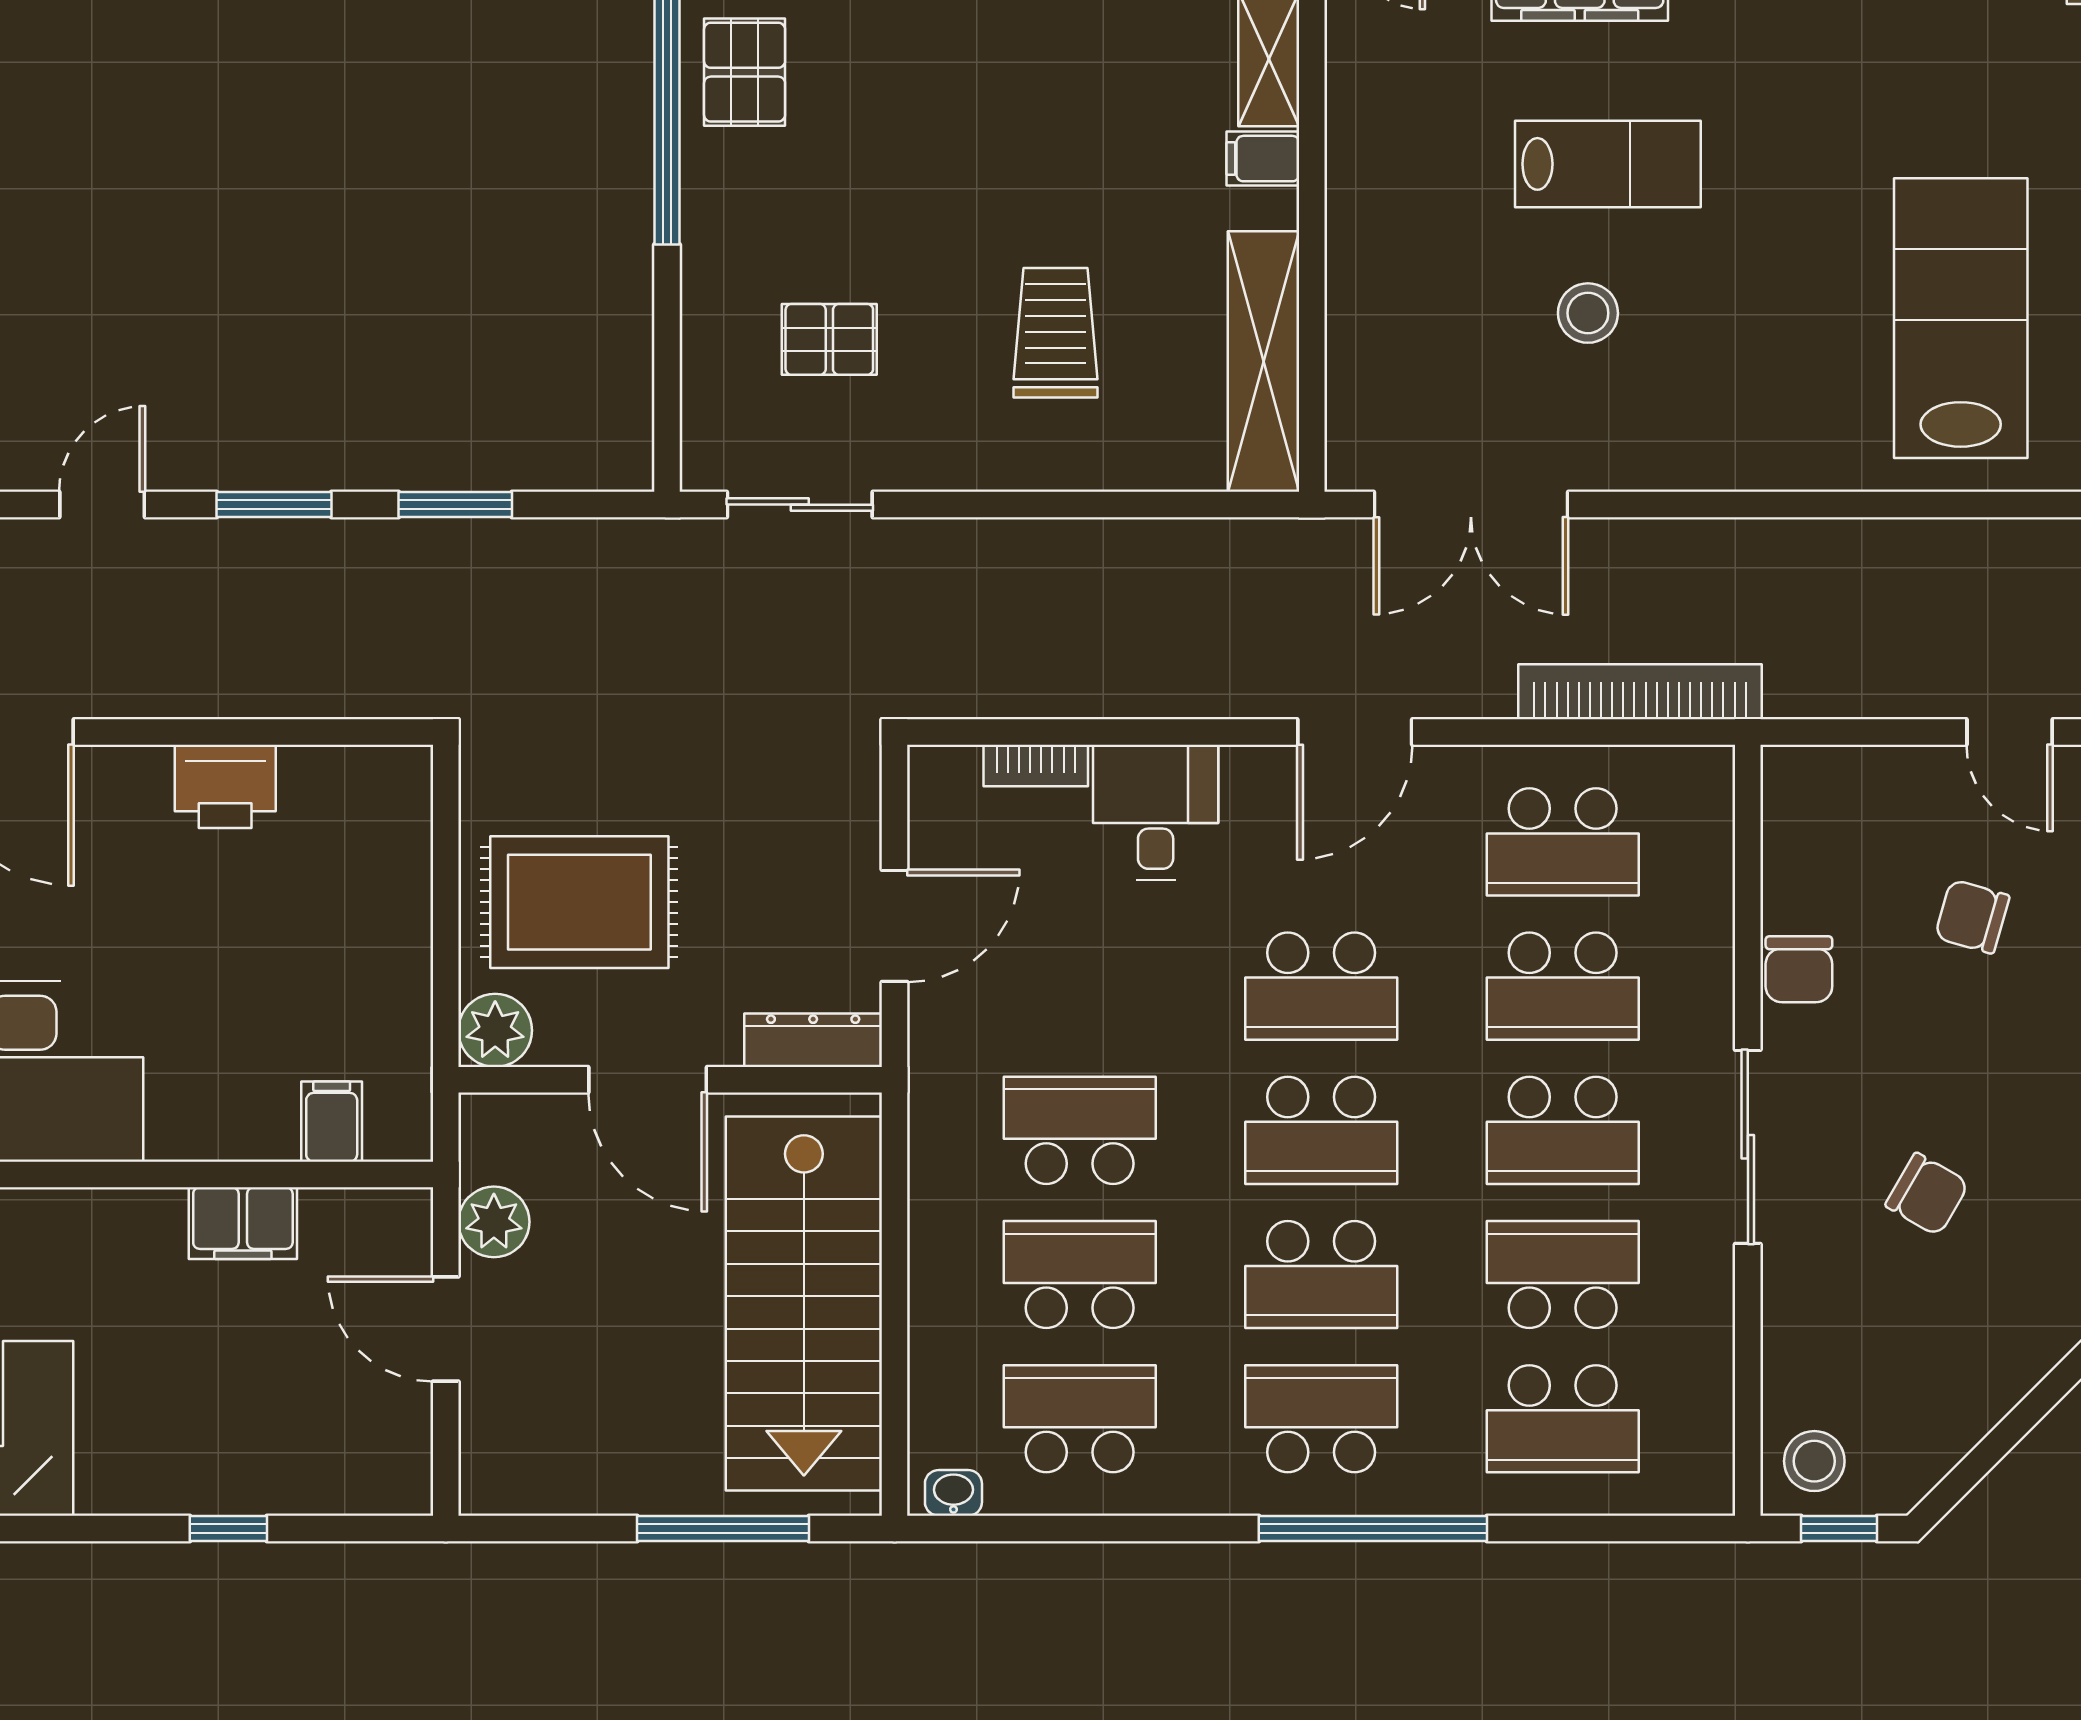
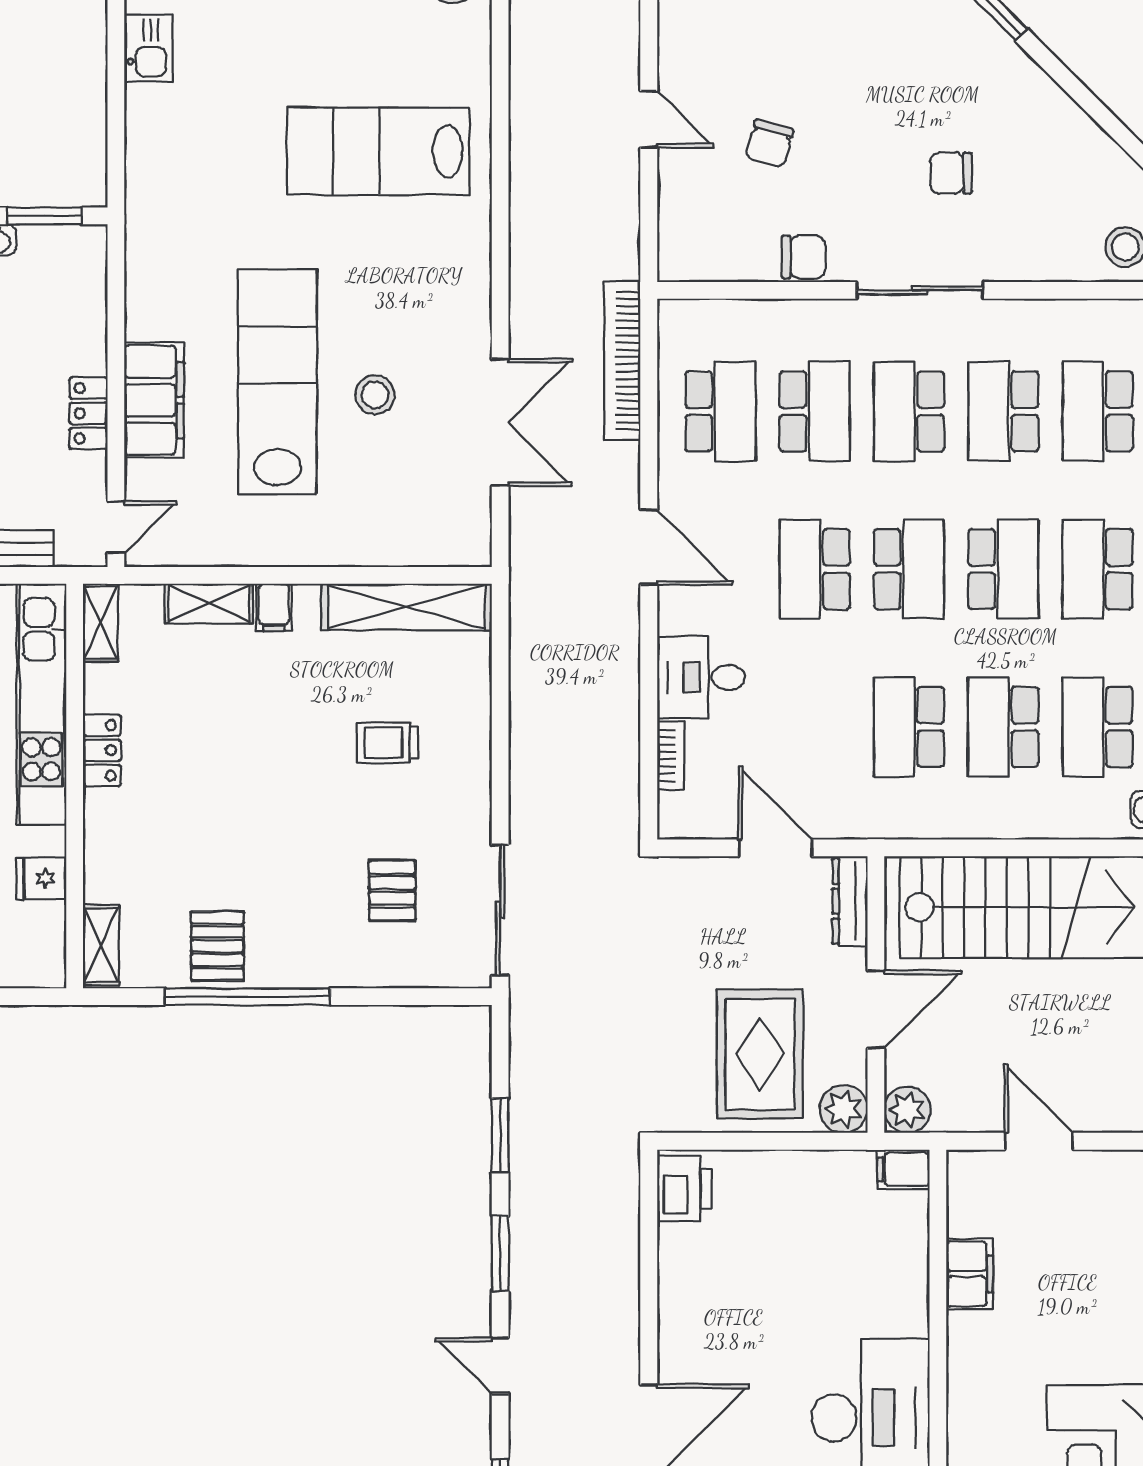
pallet: (745, 72) -> (217, 946), turned 90
lab bench: (1608, 164) -> (277, 382), width x1.86, depth x1.39
trolley: (1056, 333) -> (388, 743), width x0.73, depth x0.72
sliding door: (800, 505) -> (500, 910), width x1.37
double door: (1471, 505) -> (500, 422), moved
door: (2010, 732) -> (649, 119), hinge flipped
printer: (225, 786) -> (684, 1189), moved
school desk: (1321, 986) -> (815, 569), turned 180
filing cabinet: (332, 1122) -> (903, 1169), moved
school desk: (1563, 1130) -> (909, 411), turned 180
chair: (1927, 1194) -> (951, 173), turned -120
plant: (494, 1222) -> (907, 1110), moved
door: (446, 1329) -> (1039, 1141), swing flipped
school desk: (1563, 1419) -> (1097, 411), turned 180

